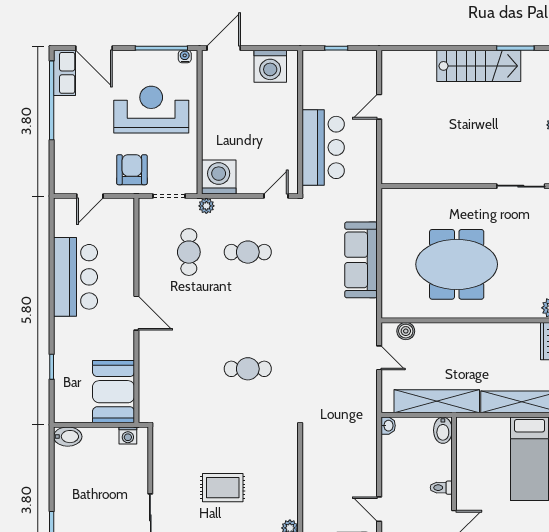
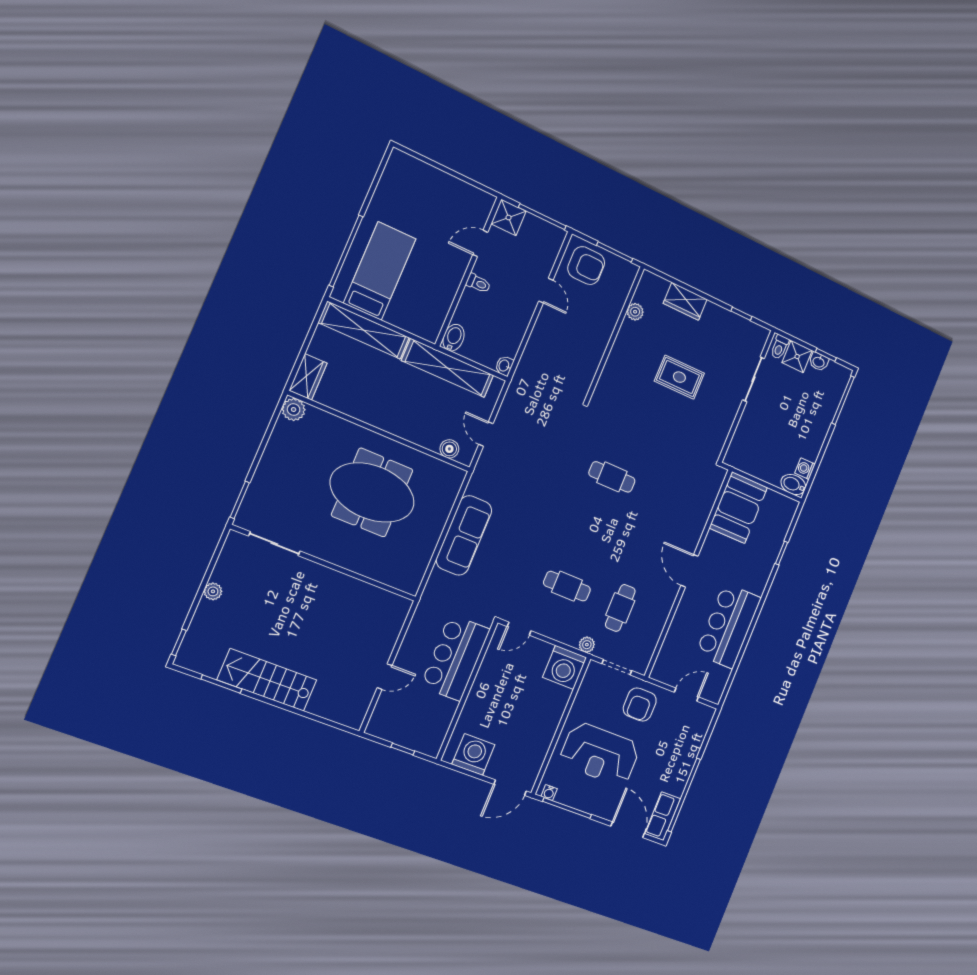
washing machine: (128, 435) -> (805, 469), moved, turned -90

